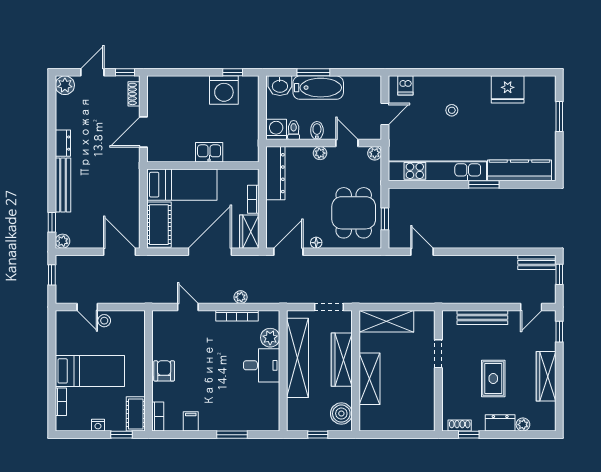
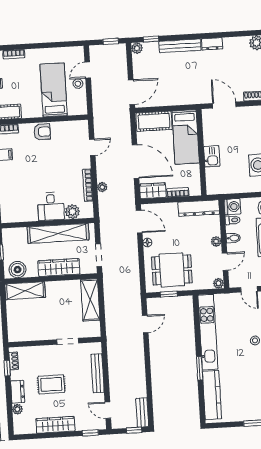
bed: (90, 371) -> (54, 90), moved, turned 180
shelving: (369, 379) -> (25, 291), moved

